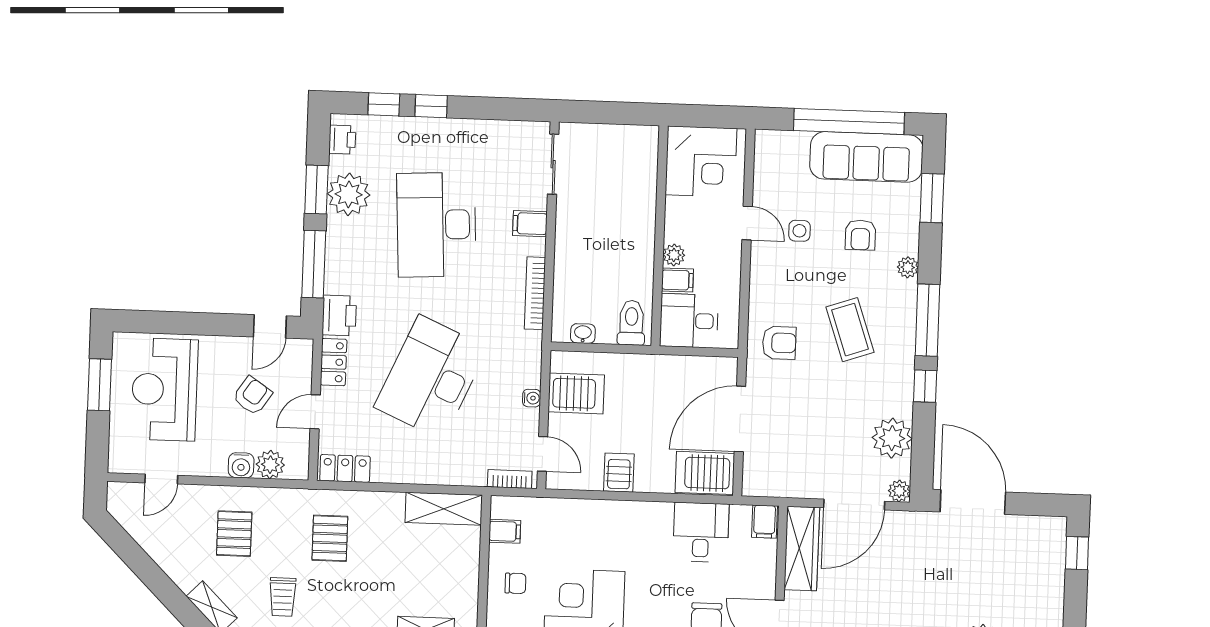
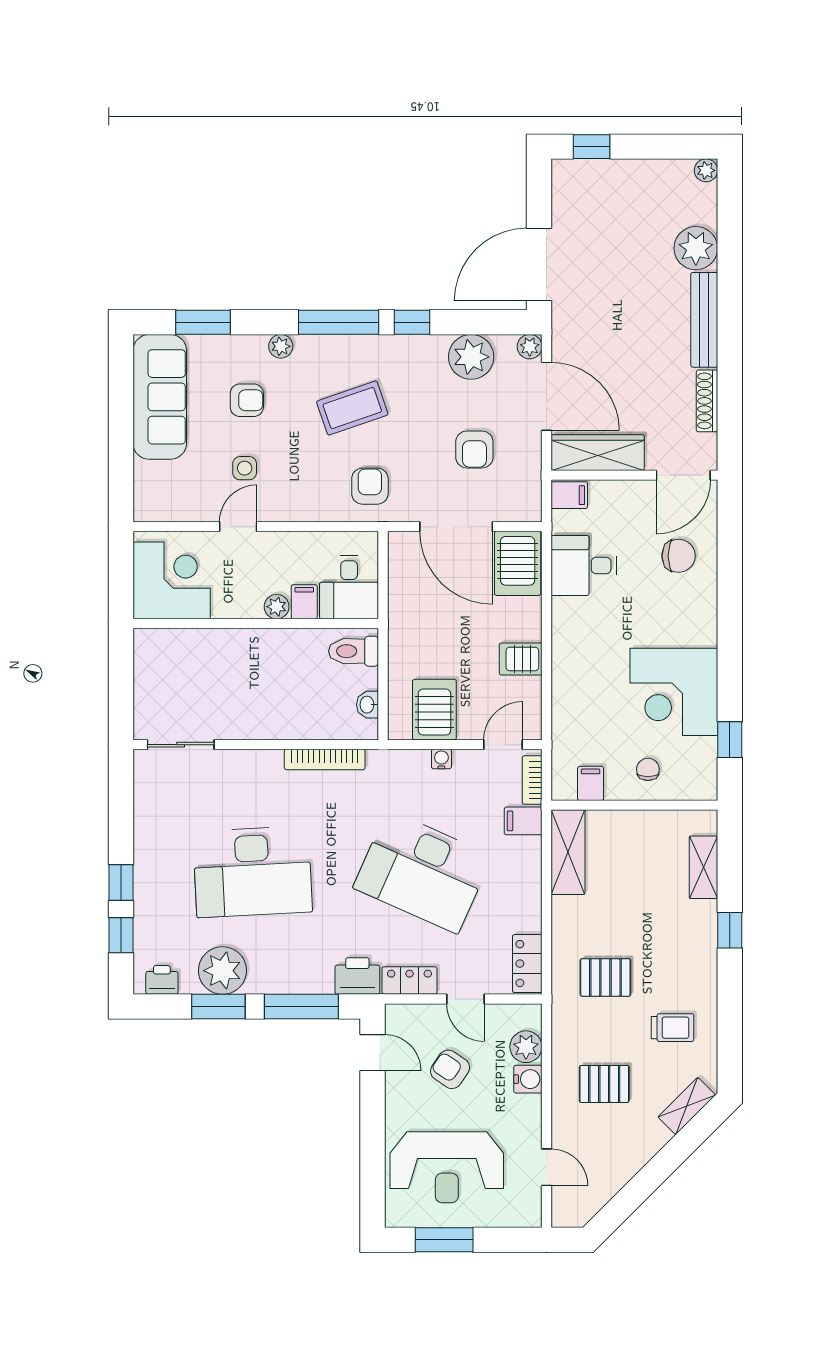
window: (849, 121) -> (121, 418), removed
filing cabinet: (530, 224) -> (523, 821), moved, turned 90
armchair: (809, 438) -> (474, 450), added

